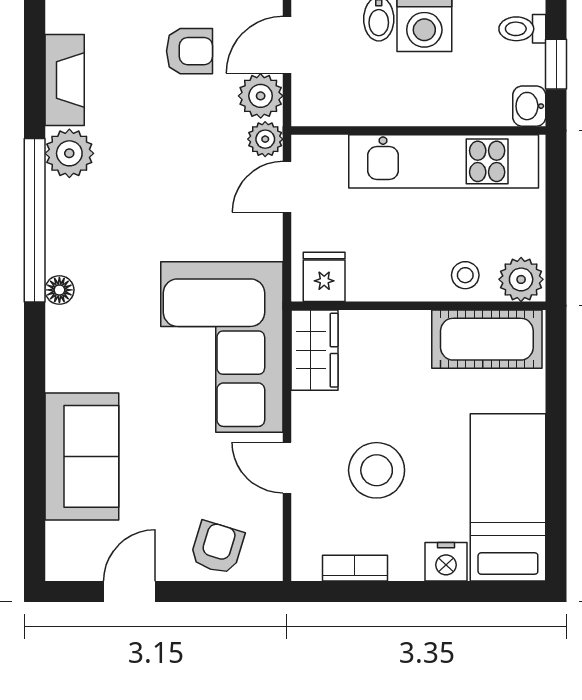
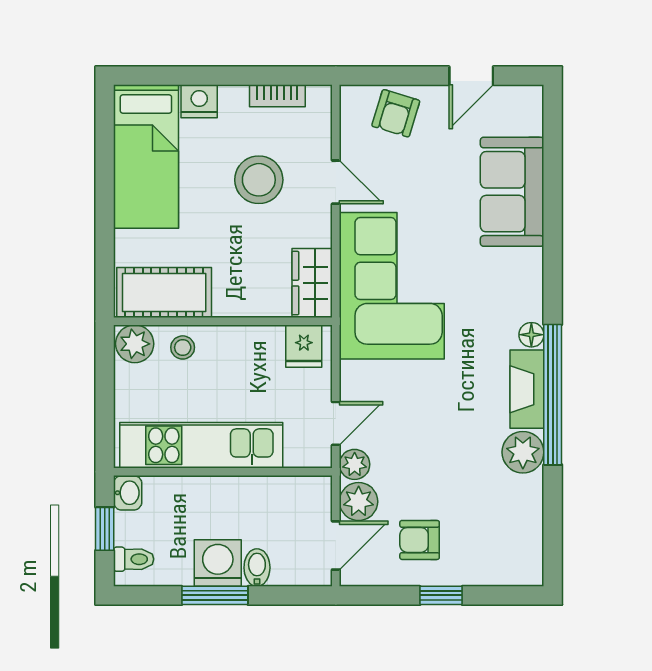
fireplace: (65, 80) -> (527, 389), moved

